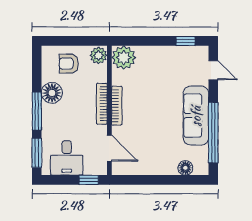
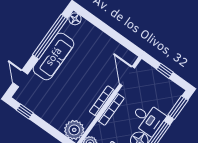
desk: (67, 158) -> (148, 119), moved, turned 90
floor lamp: (185, 168) -> (75, 19), moved
window: (89, 180) -> (165, 71), moved

